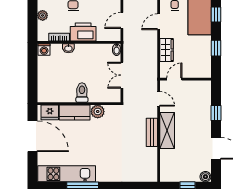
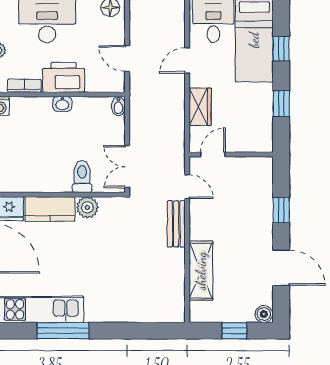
door: (122, 20) -> (127, 58), hinge flipped
washbasin: (68, 48) -> (62, 104), moved
double door: (122, 75) -> (127, 167), moved
toilet: (82, 93) -> (82, 176), moved
shelving: (167, 130) -> (201, 271), moved
bench: (152, 132) -> (176, 224), moved

